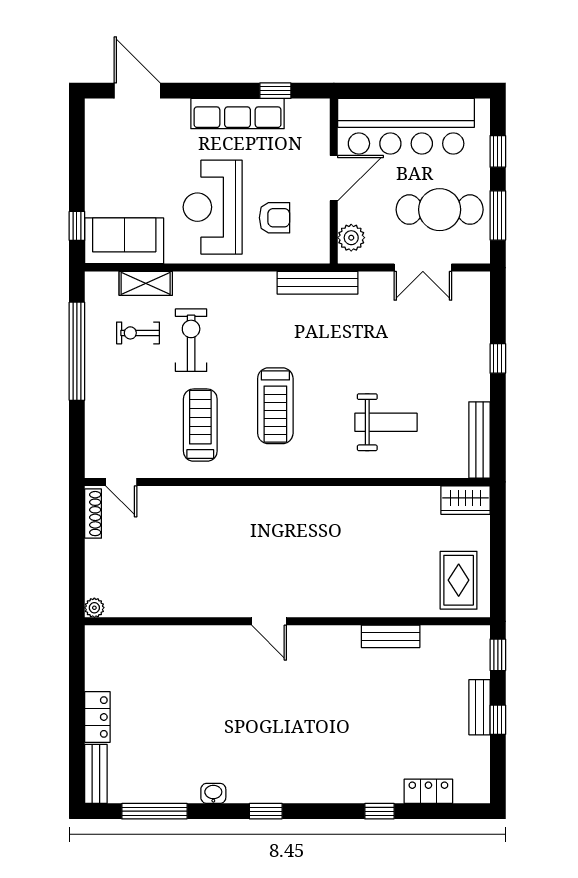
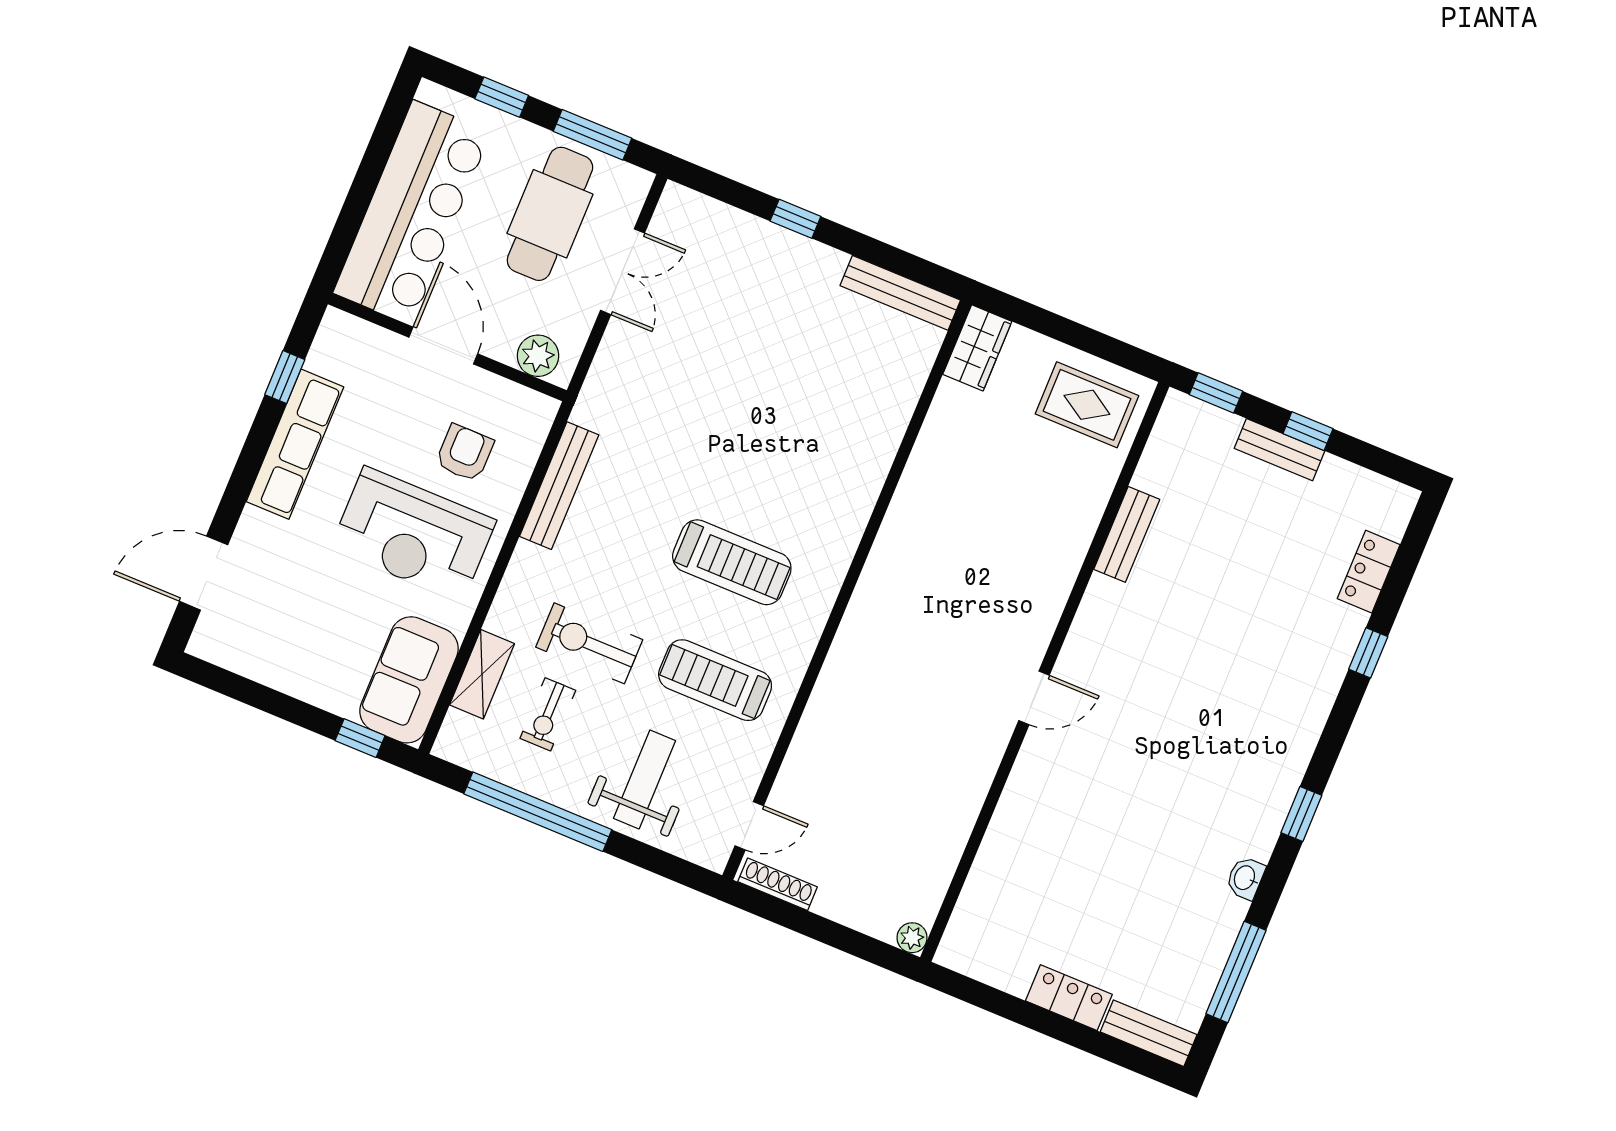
bench: (318, 283) -> (559, 486), moved
weight bench: (386, 422) -> (644, 780), moved

